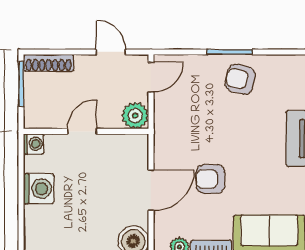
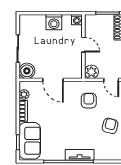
armchair: (210, 179) -> (89, 101), moved

